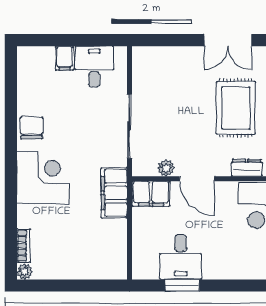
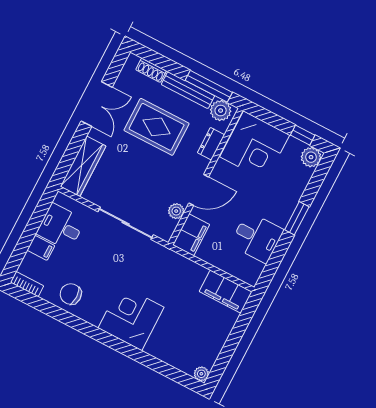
wardrobe: (163, 58) -> (83, 166), added
chair: (32, 128) -> (71, 294), moved
filing cabinet: (114, 193) -> (226, 292), moved
bookcase: (23, 246) -> (27, 284), moved
window: (182, 285) -> (297, 218), moved

